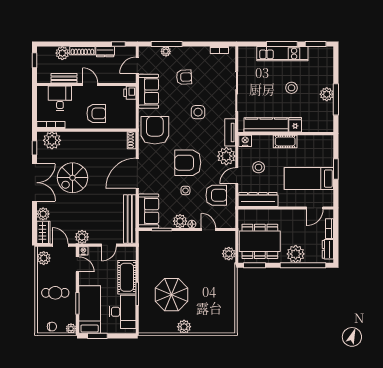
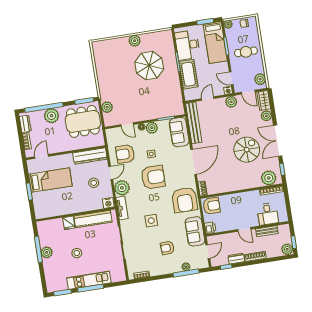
plant: (62, 53) -> (287, 249), moved
armchair: (96, 113) -> (212, 206), moved, turned 180
cot: (285, 141) -> (75, 208), removed

